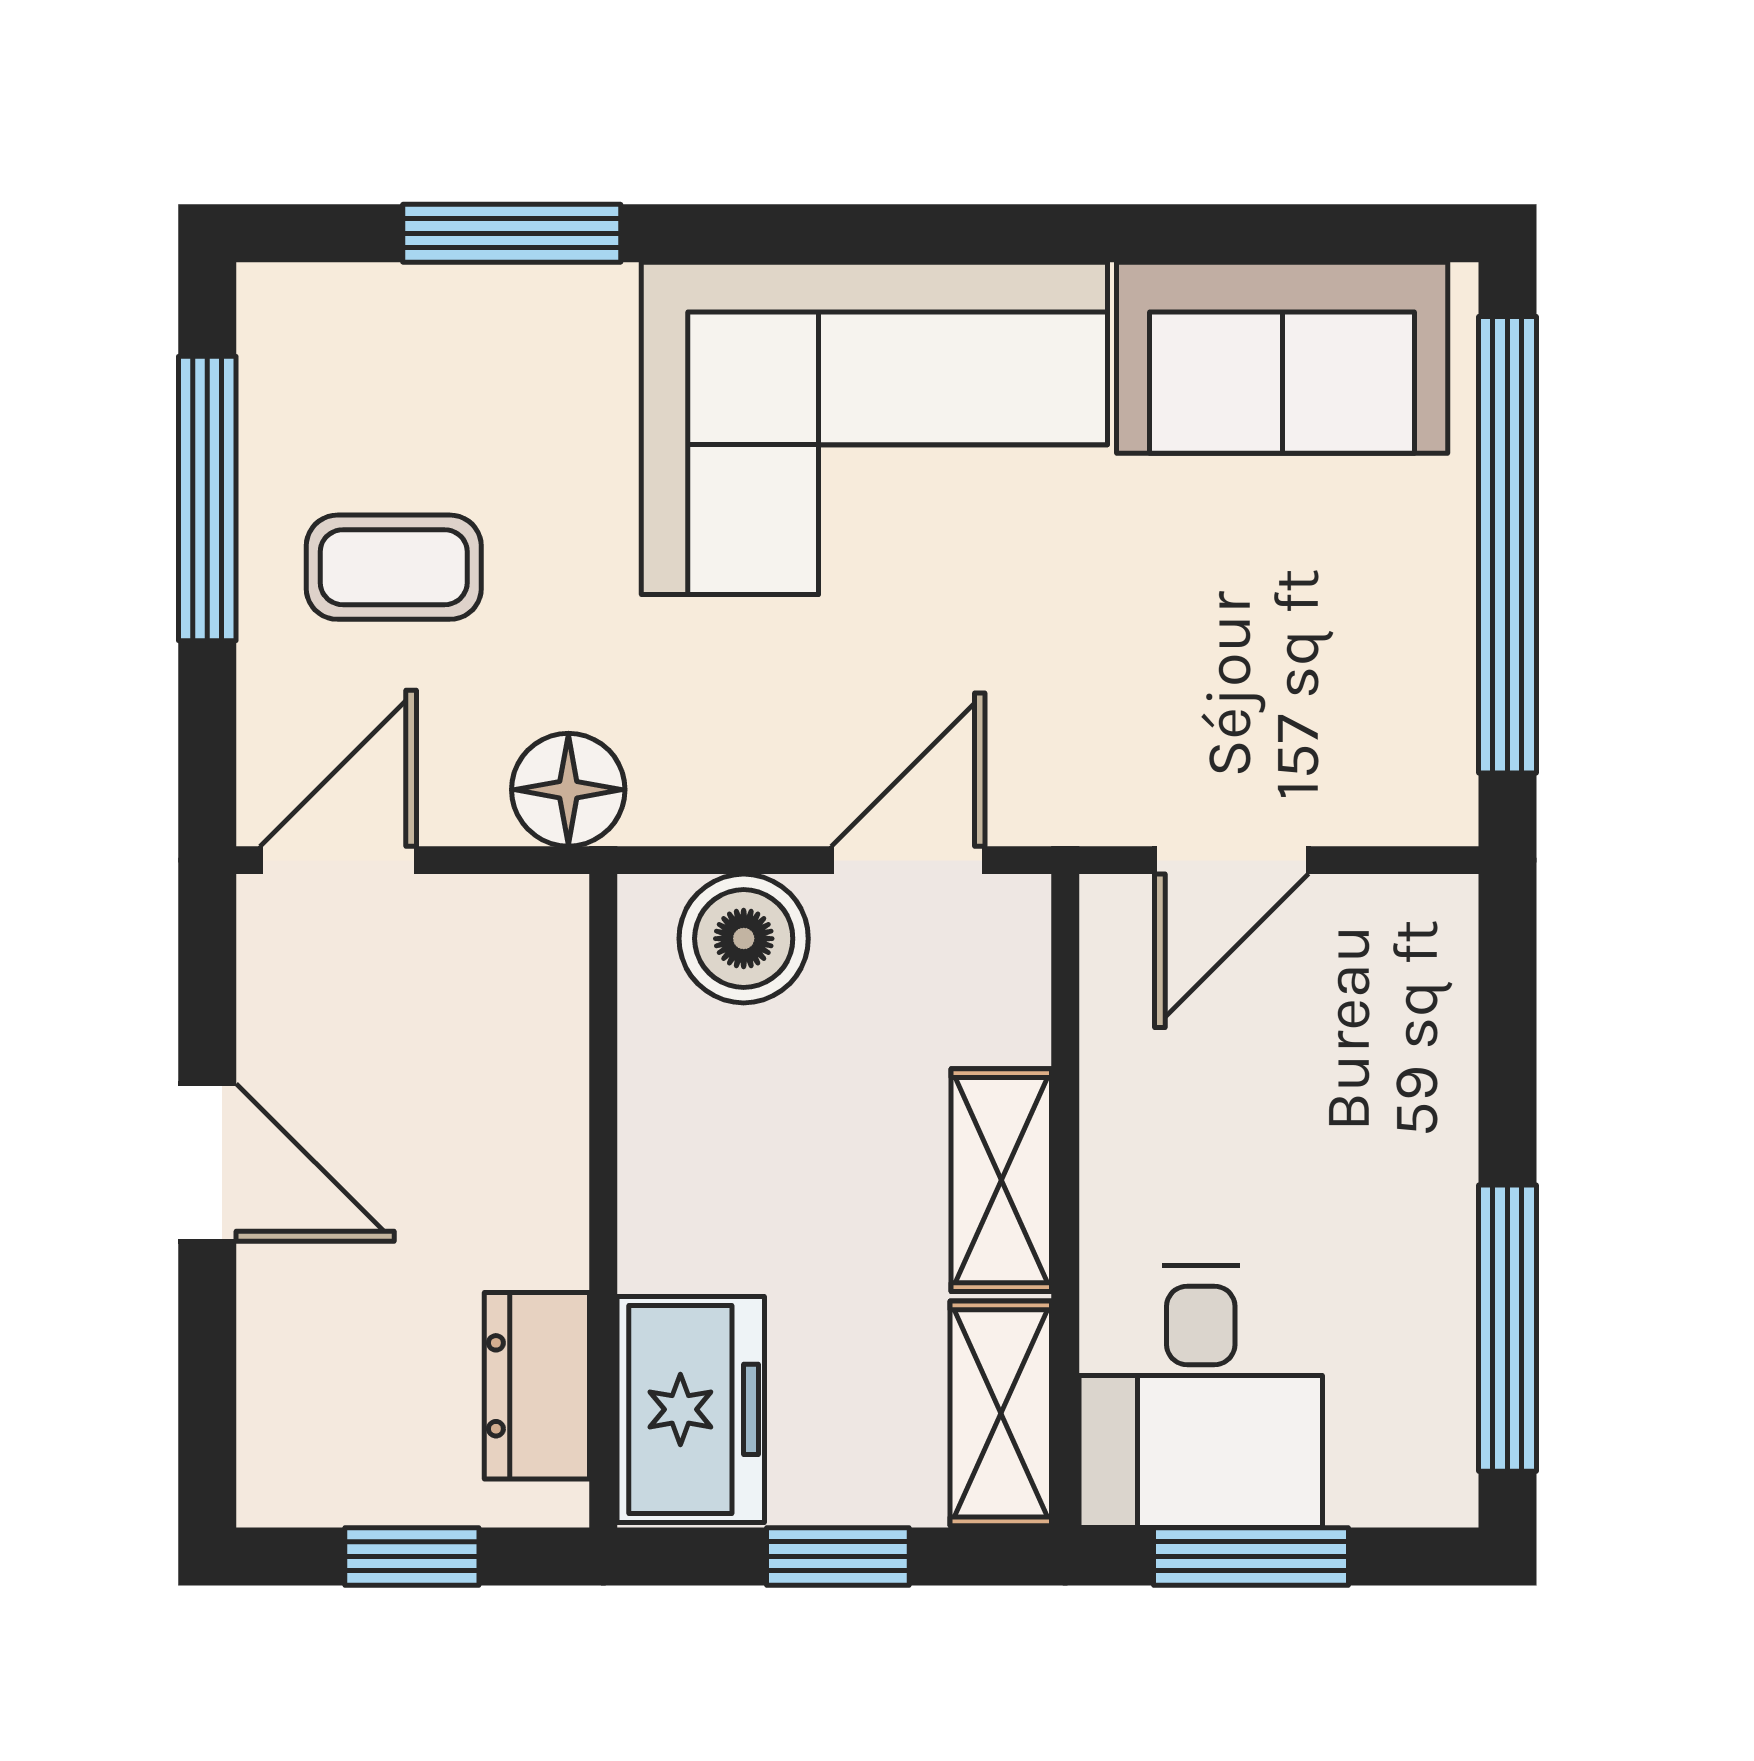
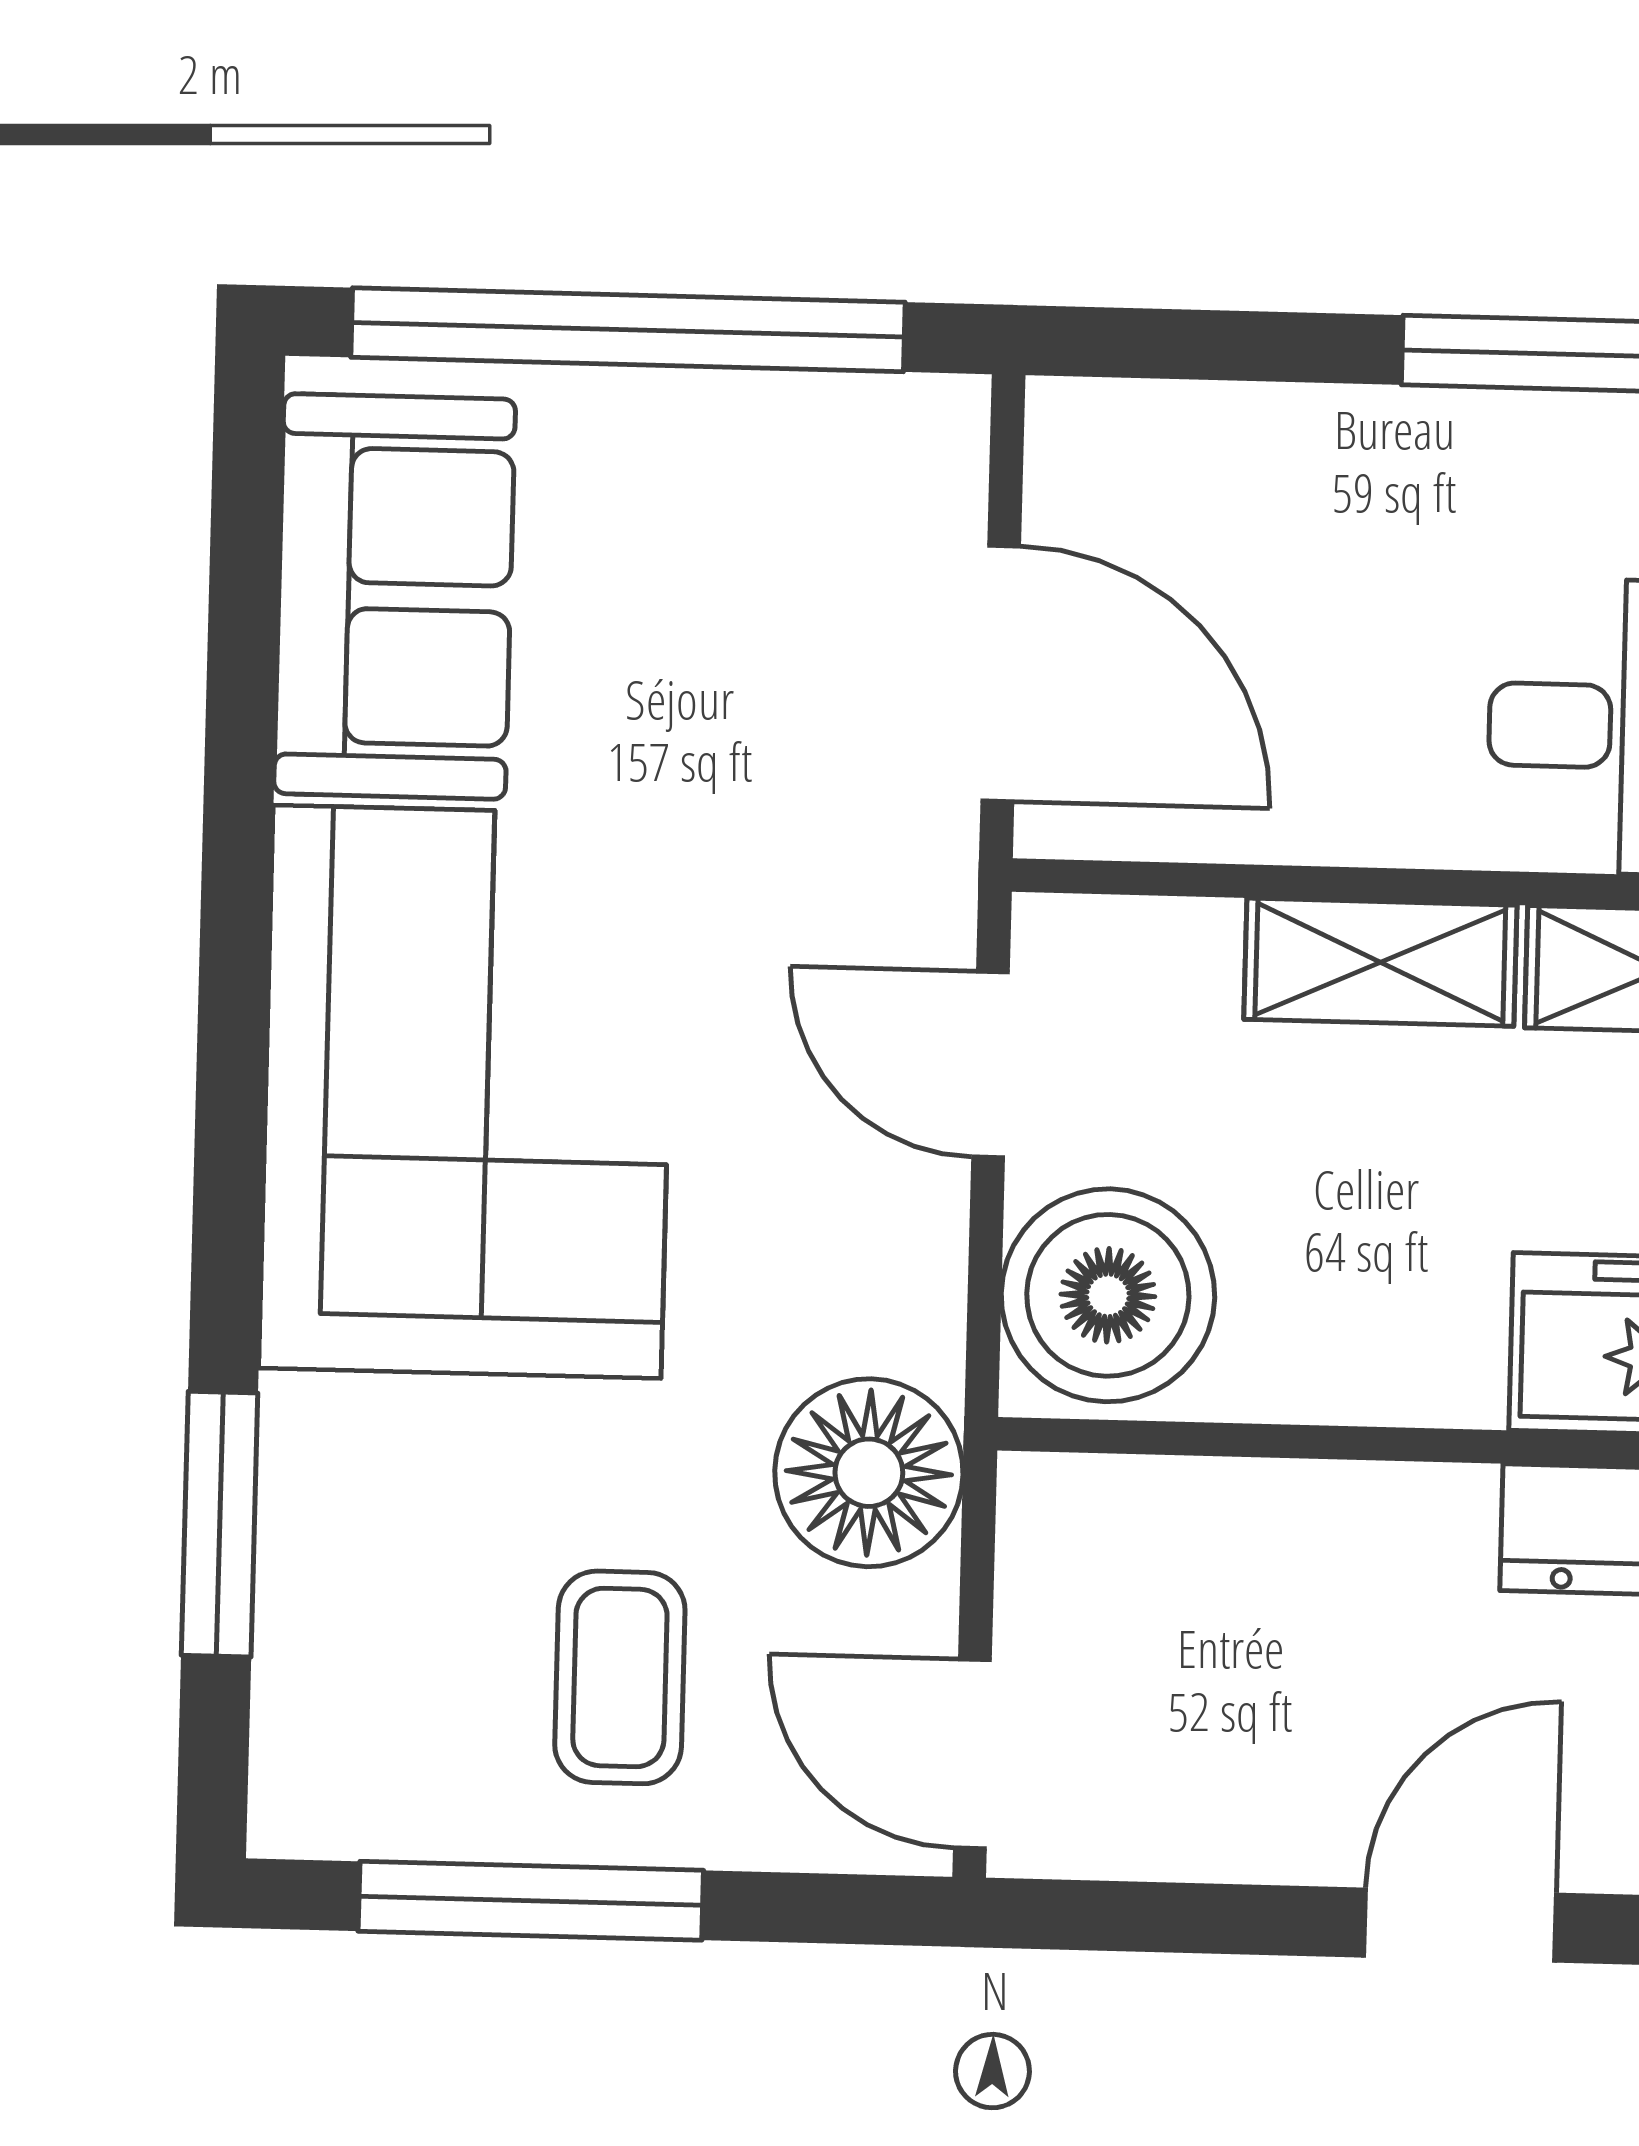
floor lamp: (568, 790) -> (869, 1473), width x1.38, depth x1.38
door: (1232, 860) -> (1001, 673), width x1.38
boiler: (744, 939) -> (1108, 1295), width x1.37, depth x1.37
door: (207, 1162) -> (1460, 1925), moved

